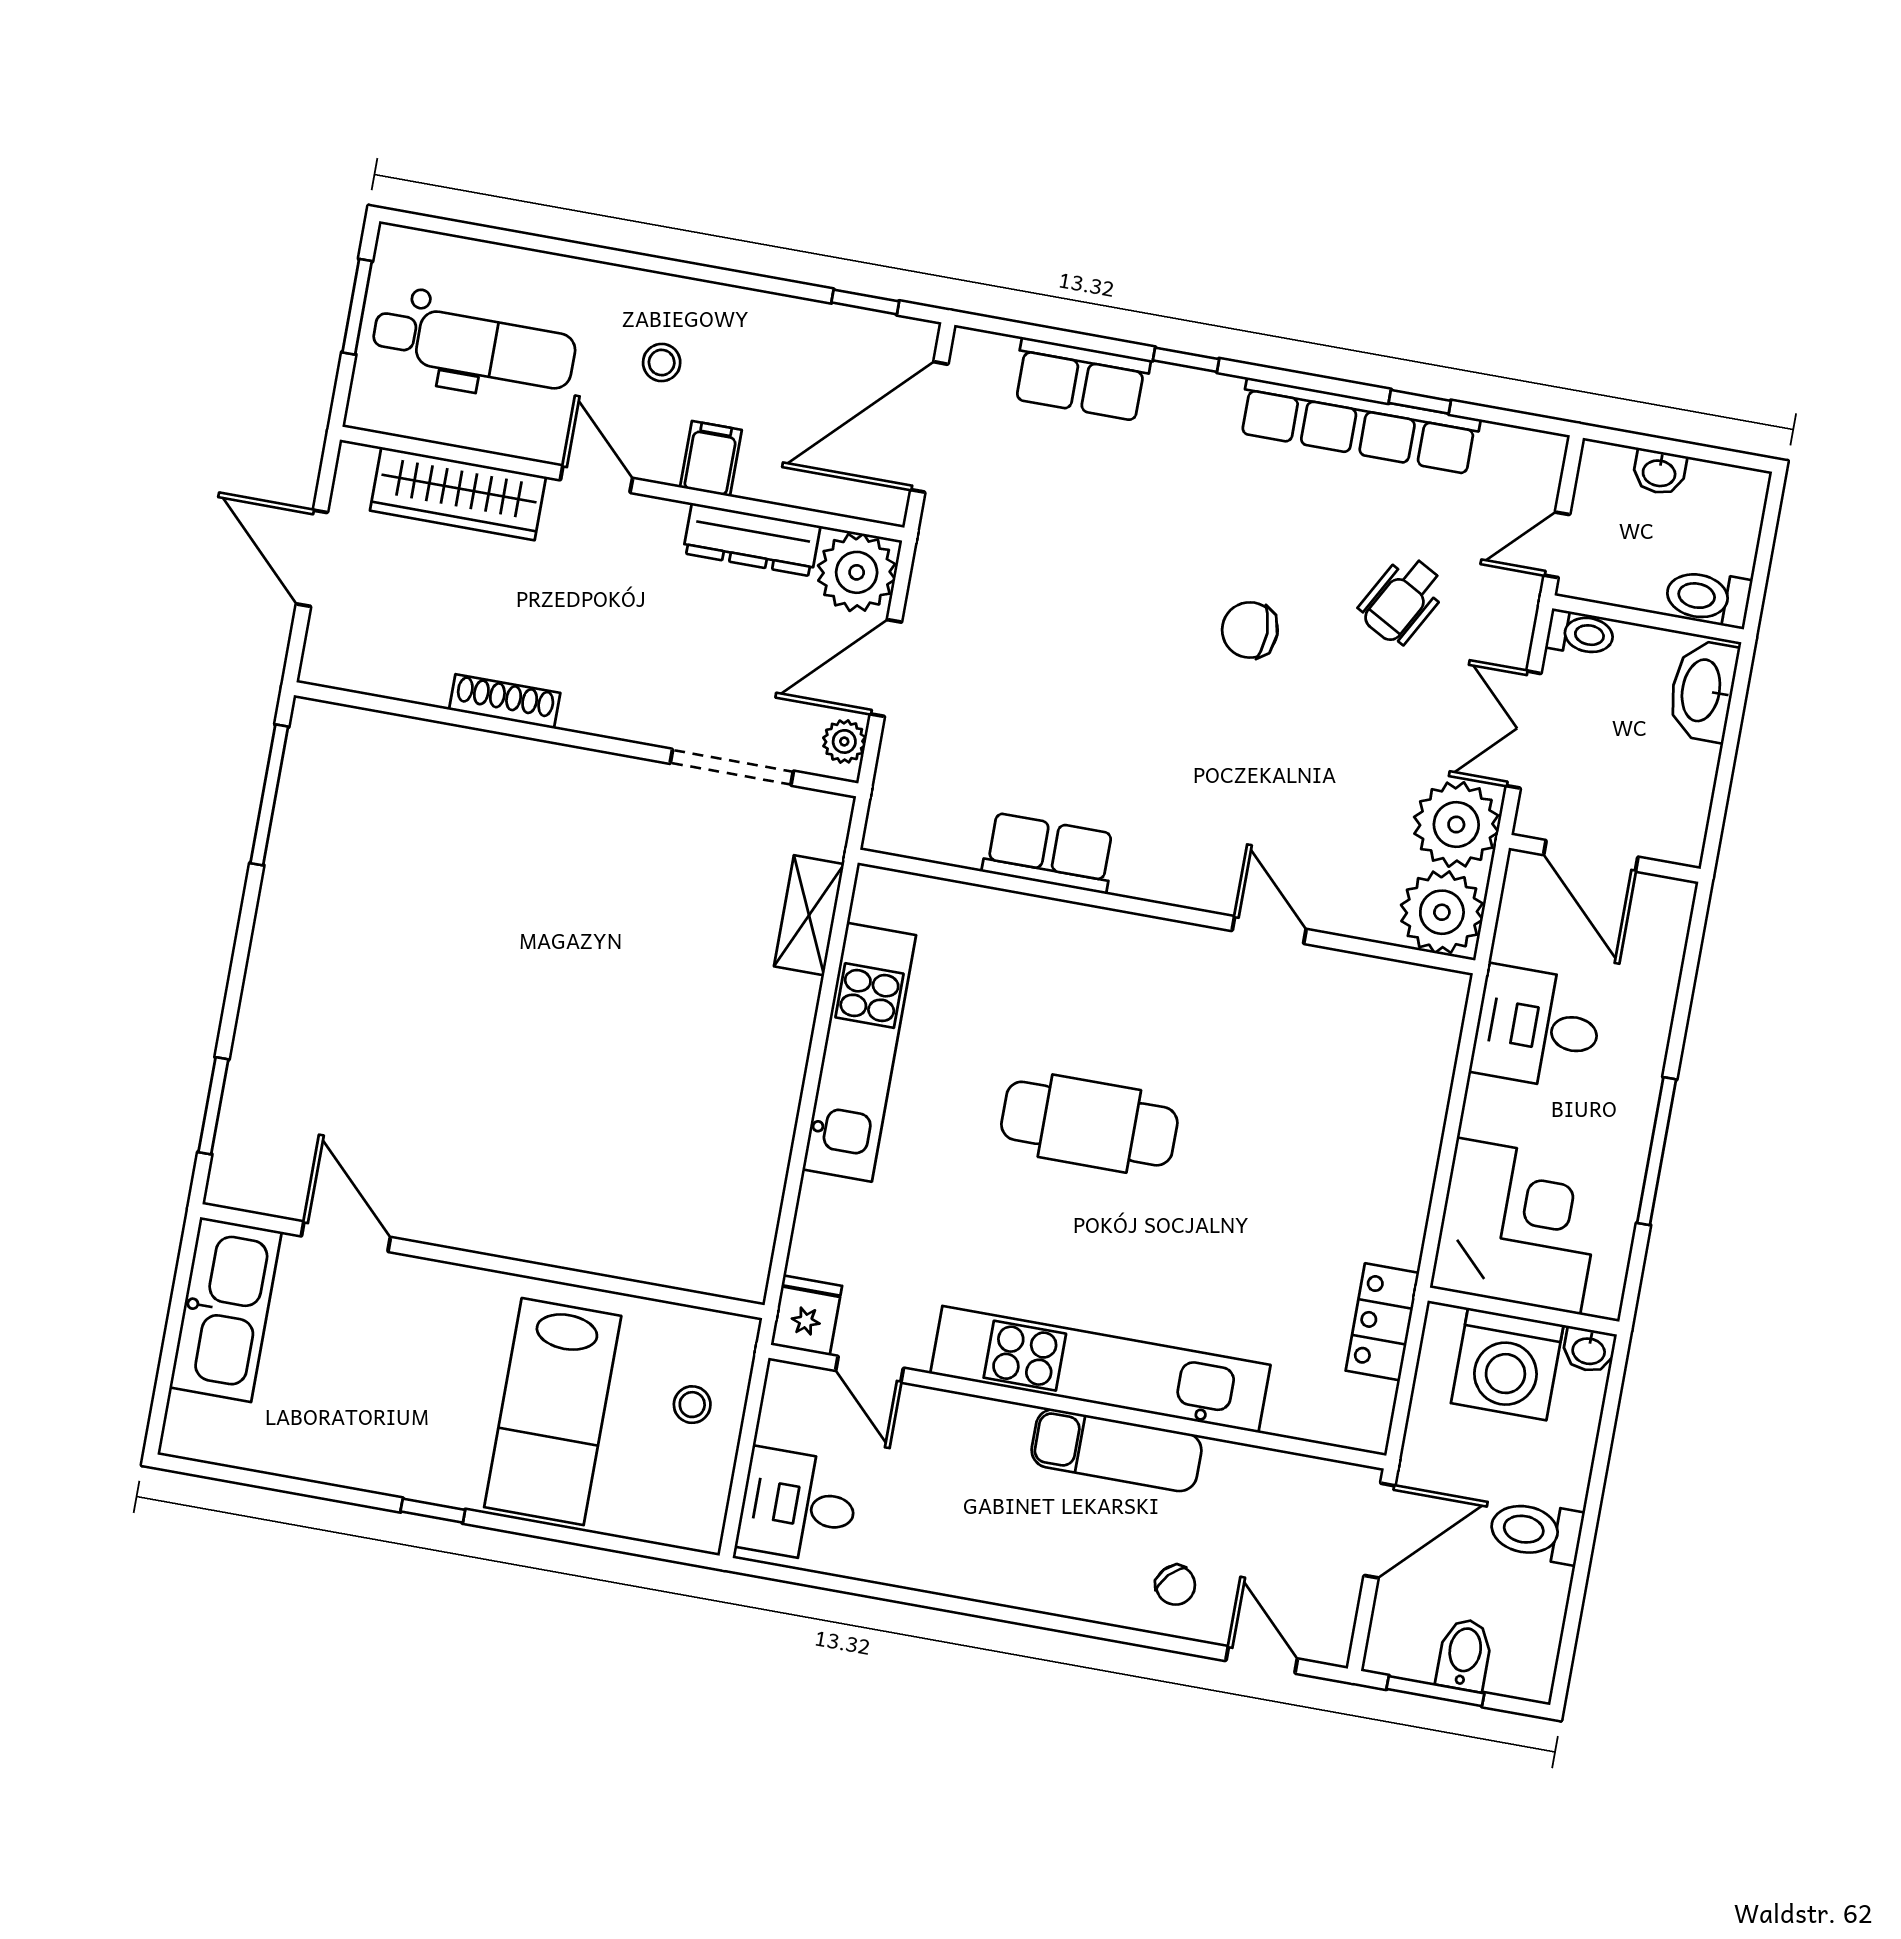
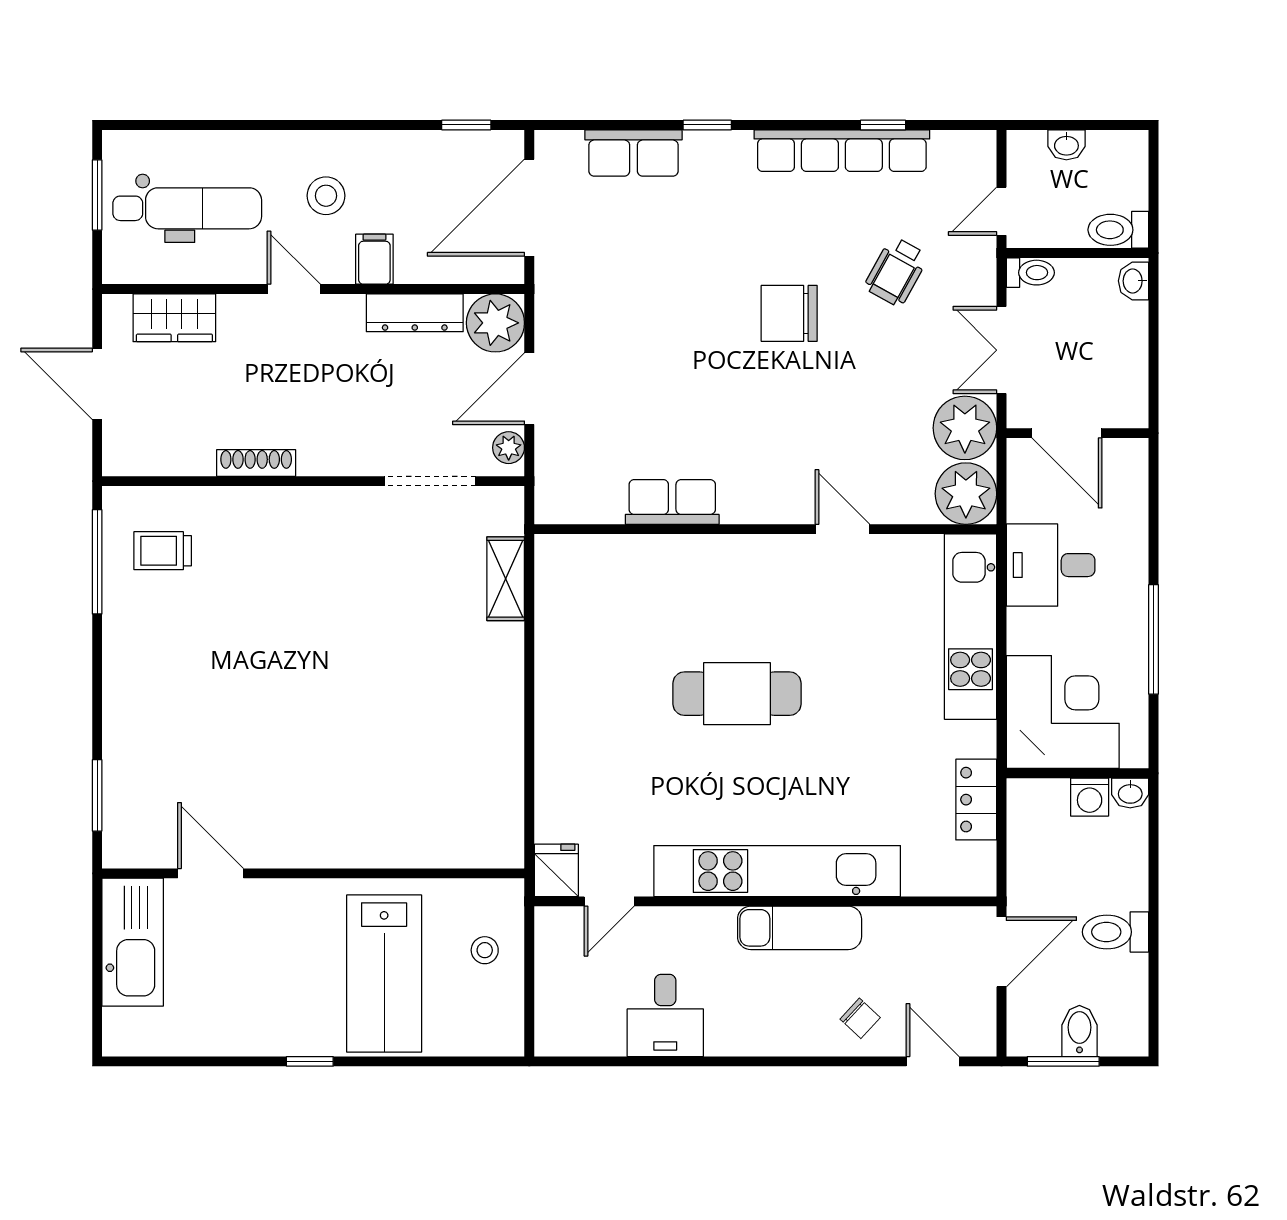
stool: (662, 363) -> (326, 196), width x1.37, depth x1.37
wardrobe: (458, 494) -> (174, 318), width x0.67
chair: (1250, 630) -> (789, 313), width x1.37, depth x1.37
washbasin: (1703, 691) -> (1134, 281), width x0.52, depth x0.69
trolley: (359, 796) -> (163, 551), added
kitchen unit: (859, 1052) -> (971, 627), moved, turned 180
washing machine: (1507, 1364) -> (1090, 797), width x0.53, depth x0.53
door: (870, 1369) -> (609, 901), hinge flipped
desk: (798, 1506) -> (665, 1015), moved, turned -90

